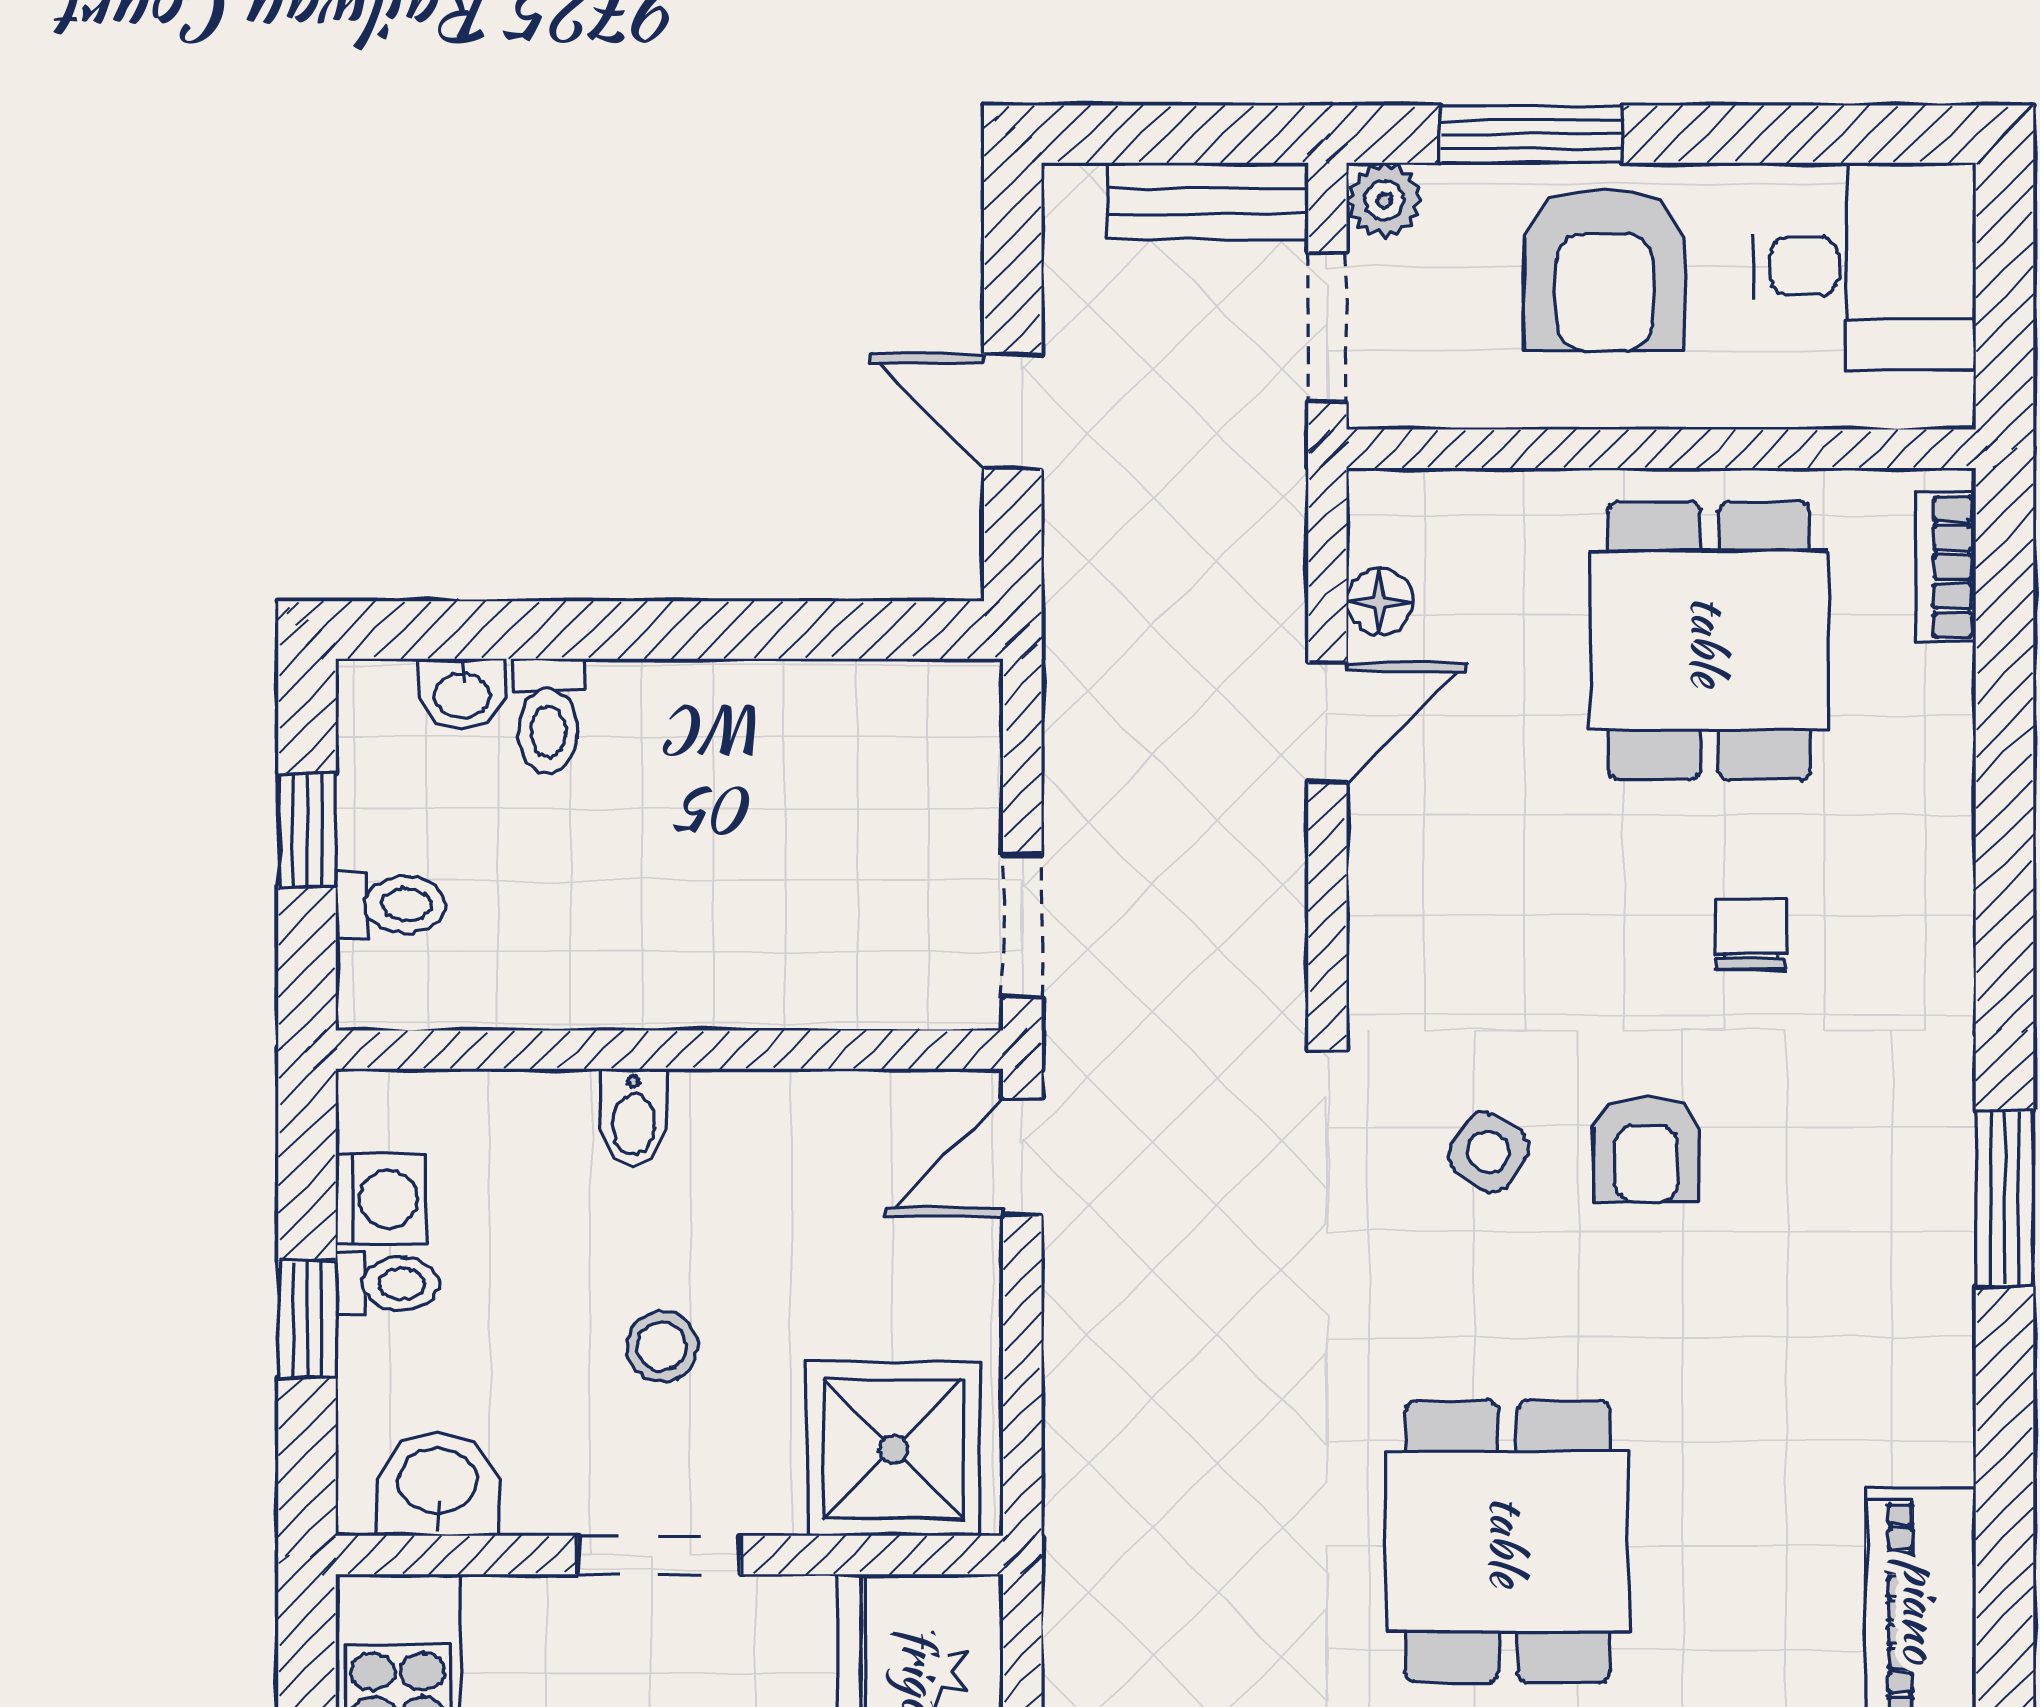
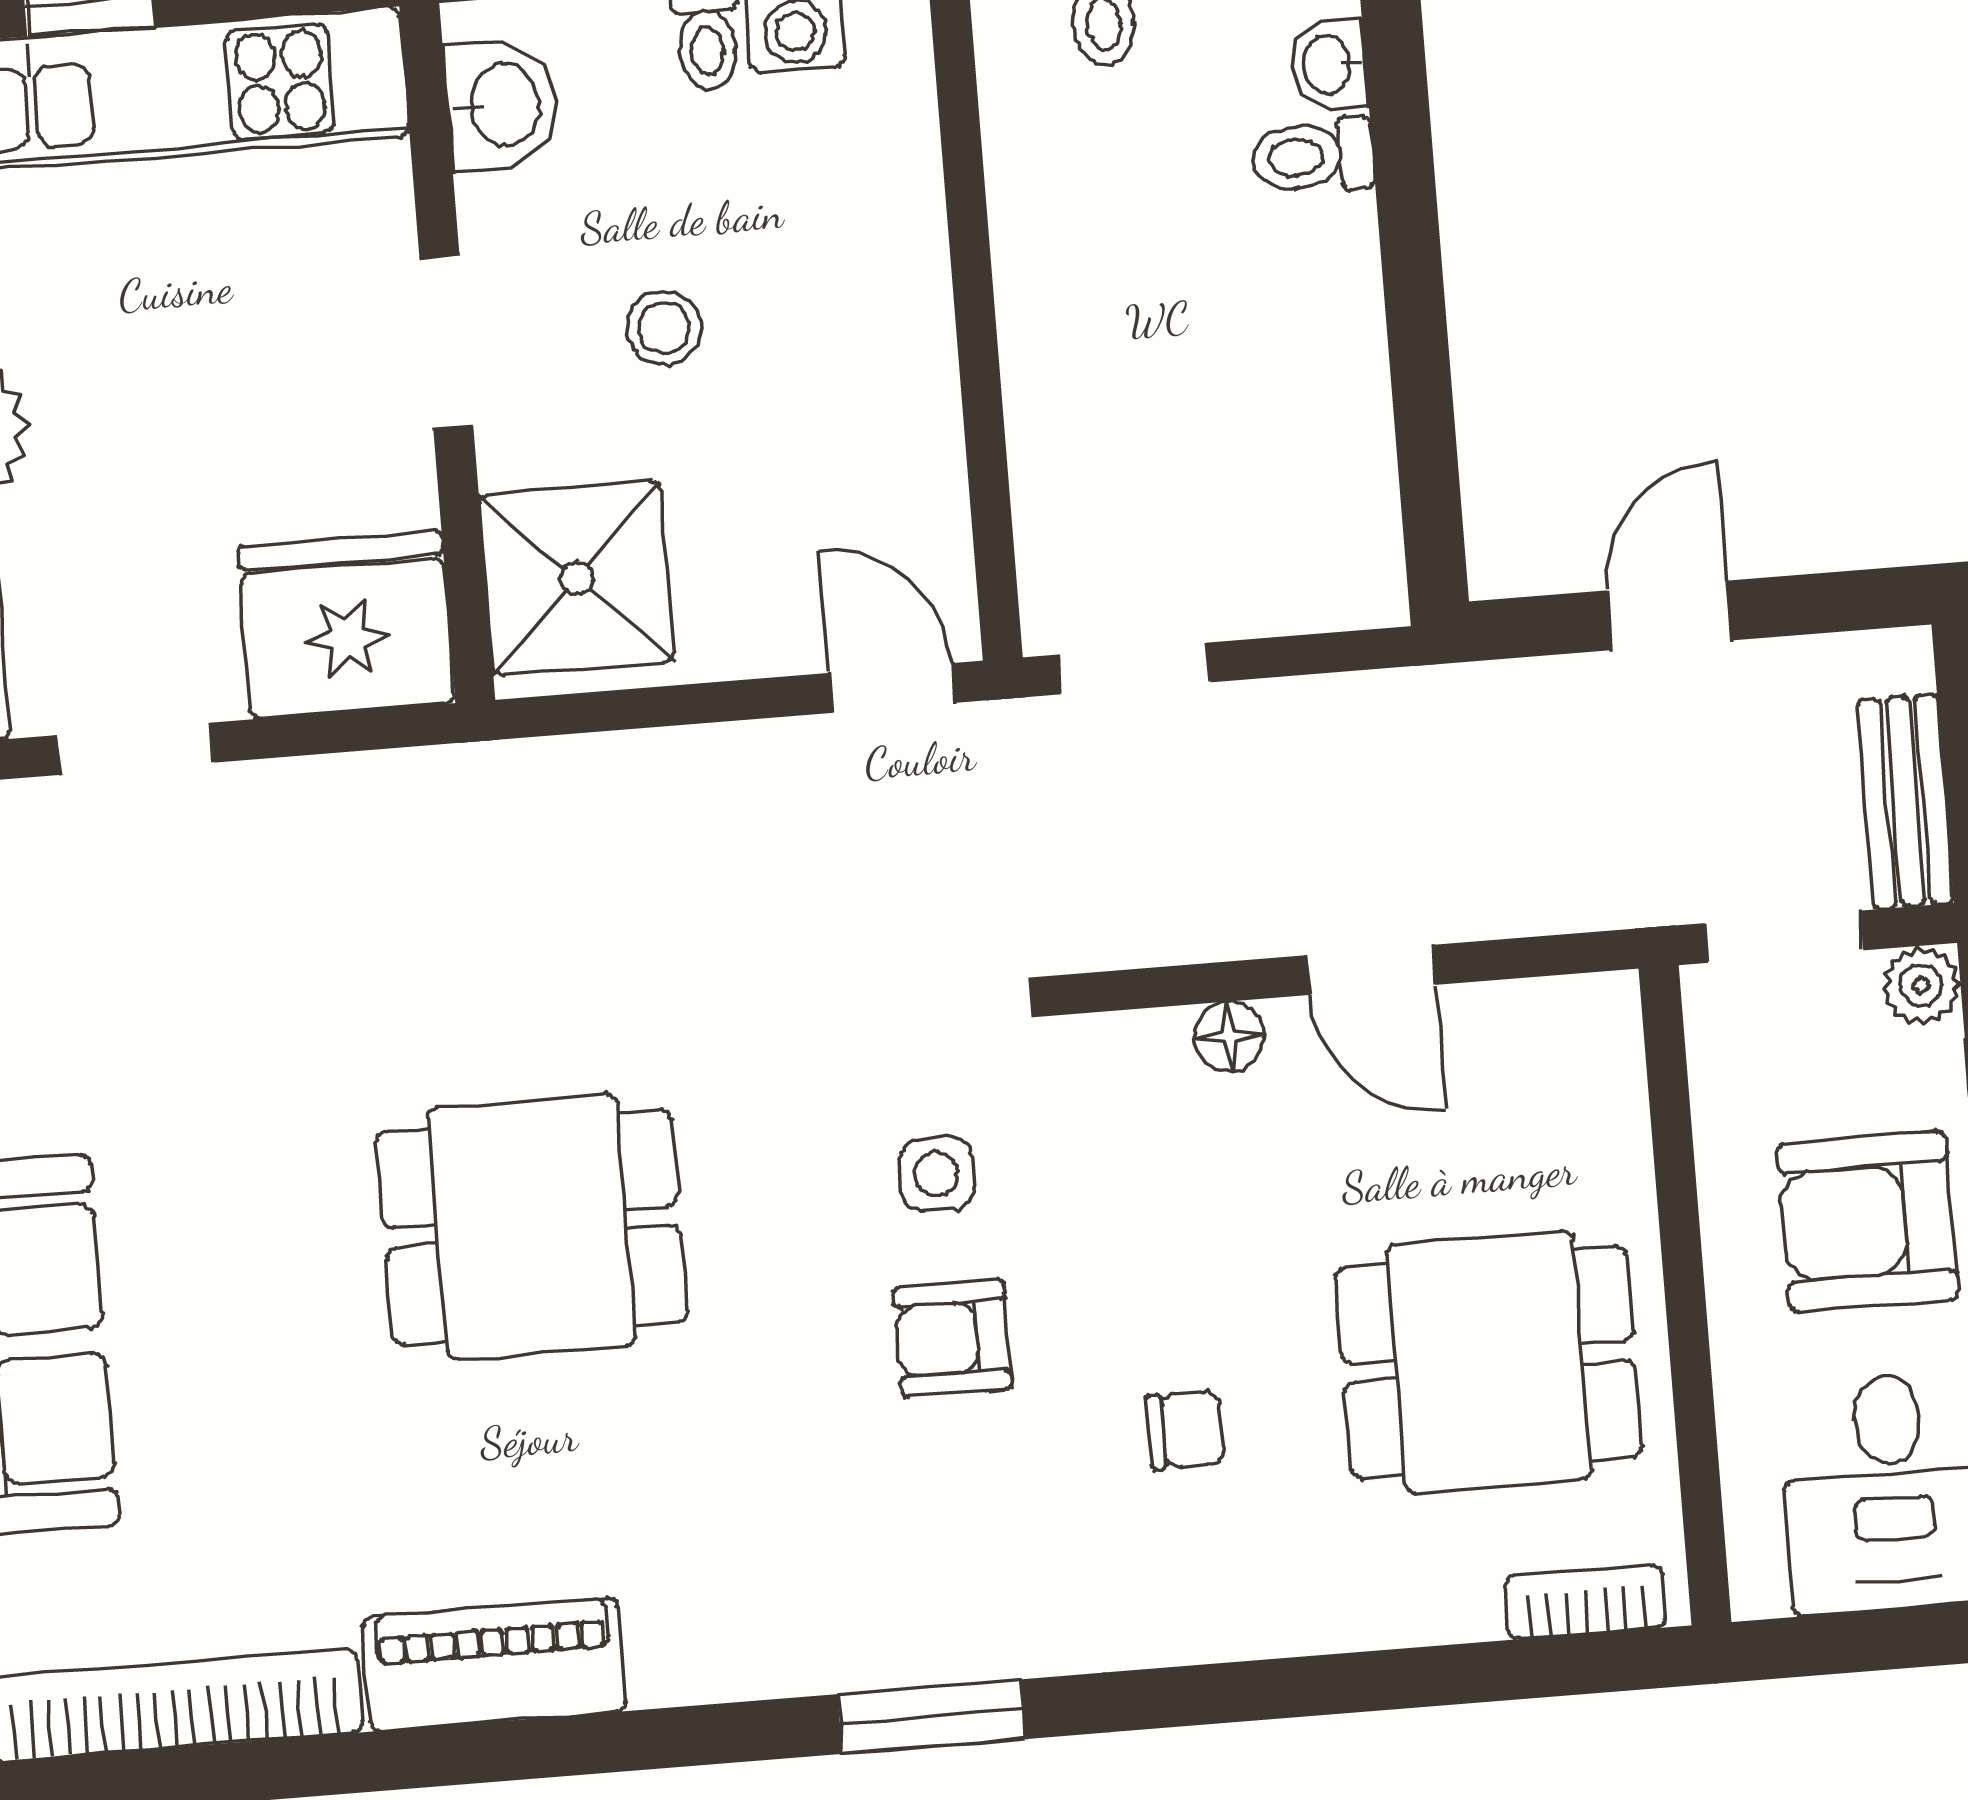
floor lamp: (1380, 602) -> (1229, 1036), moved
bidet: (634, 1118) -> (901, 279), removed
side table: (1488, 1152) -> (937, 1174), turned -34

